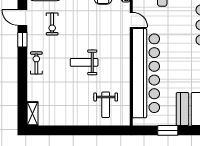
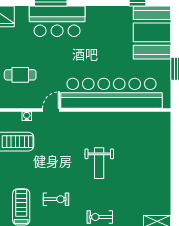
weight bench: (106, 105) -> (147, 139), removed

